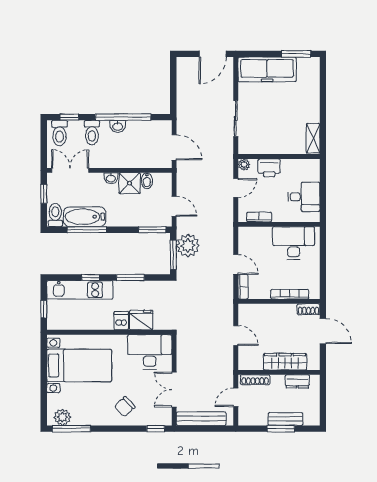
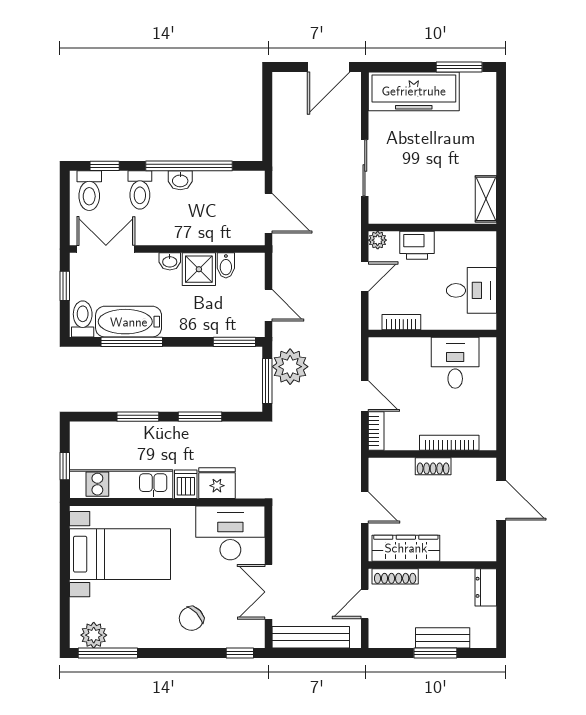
desk: (294, 243) -> (455, 363), width x0.73
window: (91, 278) -> (138, 417), width x1.50
kitchen unit: (80, 290) -> (121, 484), moved, turned 180
shoe rack: (308, 309) -> (433, 466), moved
wardrobe: (285, 362) -> (406, 548), moved
dresser: (297, 381) -> (486, 587), moved, turned 90

